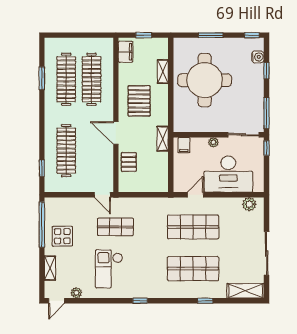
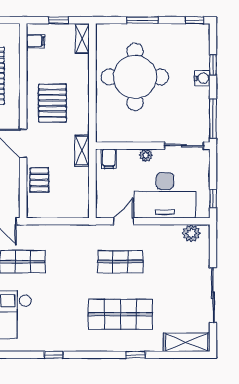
filing cabinet: (126, 52) -> (35, 41), width x0.50
water cooler: (258, 57) -> (202, 78), moved
shelving: (163, 72) -> (82, 39), moved
window: (267, 148) -> (213, 199), moved
shop shelf: (193, 227) -> (120, 262), width x0.70, depth x0.74

